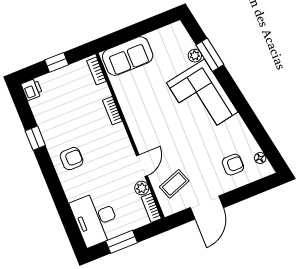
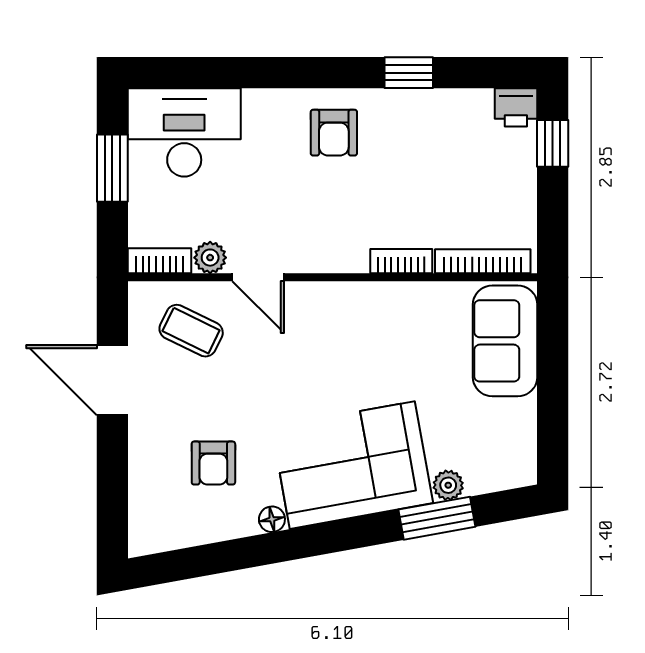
window: (57, 62) -> (553, 143), moved
bookcase: (96, 71) -> (483, 261), width x1.56
floor lamp: (260, 158) -> (272, 519), moved
armchair: (233, 165) -> (213, 463), moved
coffee table: (174, 184) -> (191, 331), turned -44

